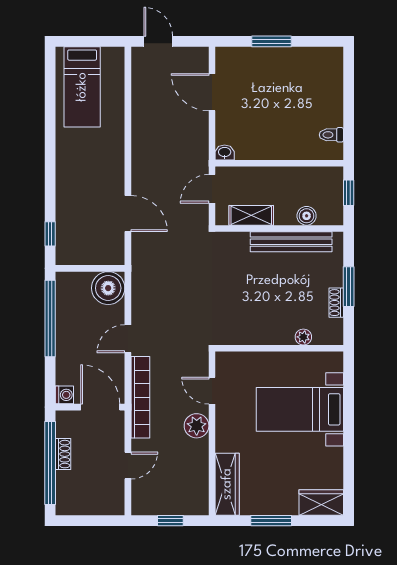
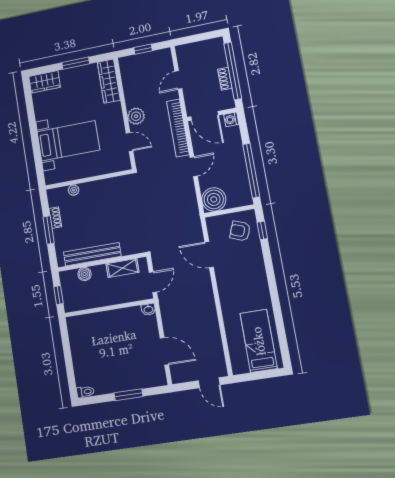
toilet: (331, 135) -> (85, 392), moved
armchair: (80, 238) -> (240, 231), added

